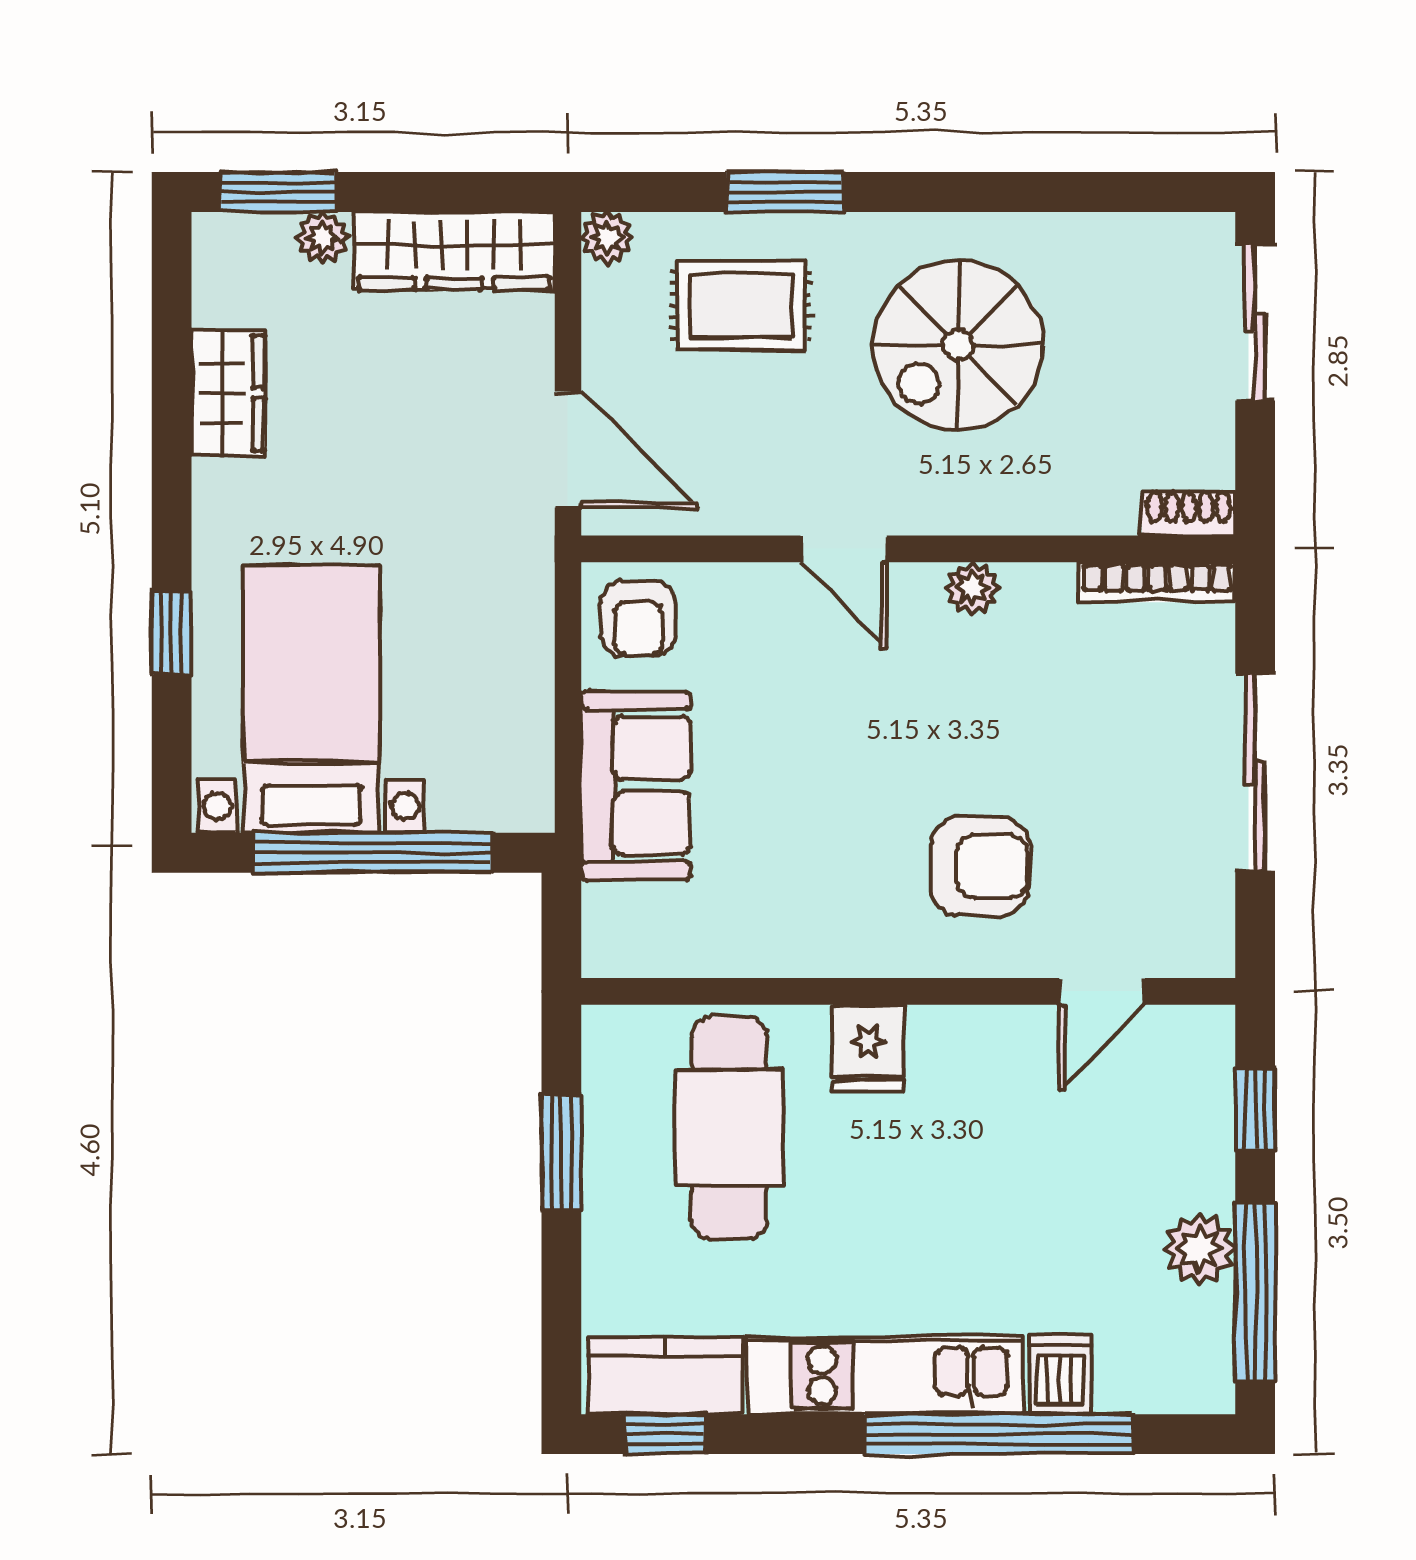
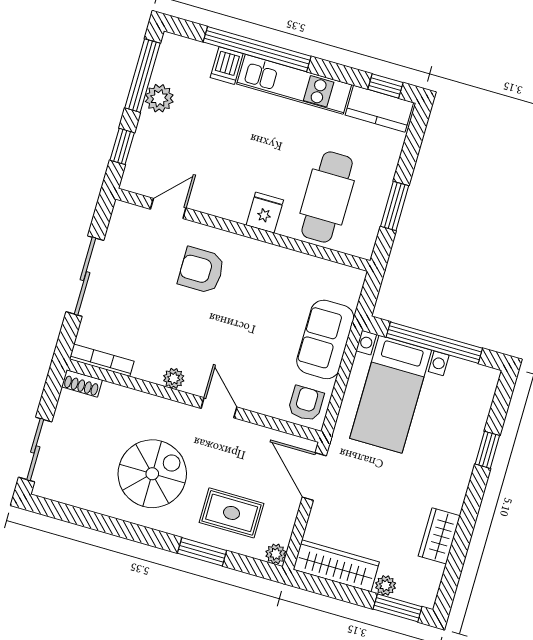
bed with nightstands: (311, 699) -> (391, 394), moved

